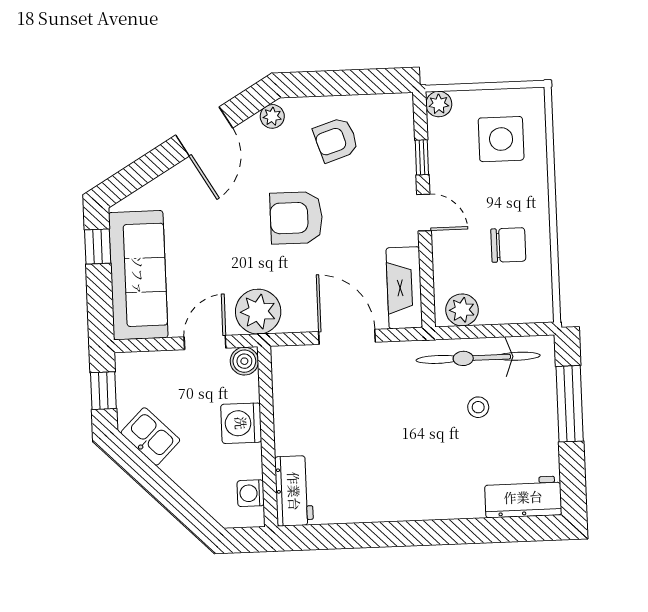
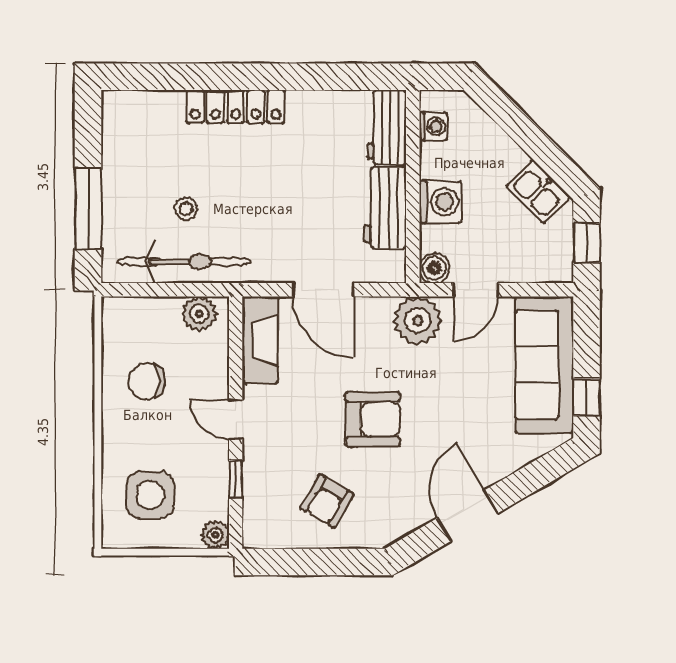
plant: (272, 116) -> (394, 529), removed
armchair: (336, 140) -> (327, 501), turned 138
workbench: (523, 497) -> (385, 208), moved, turned 90
locker: (436, 504) -> (236, 106), added

